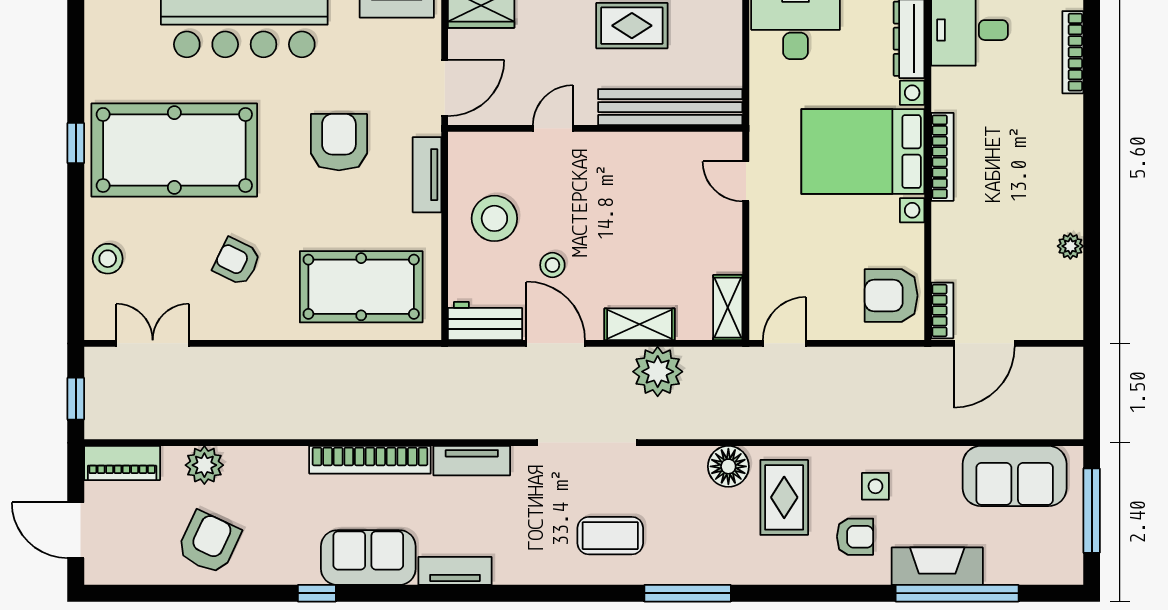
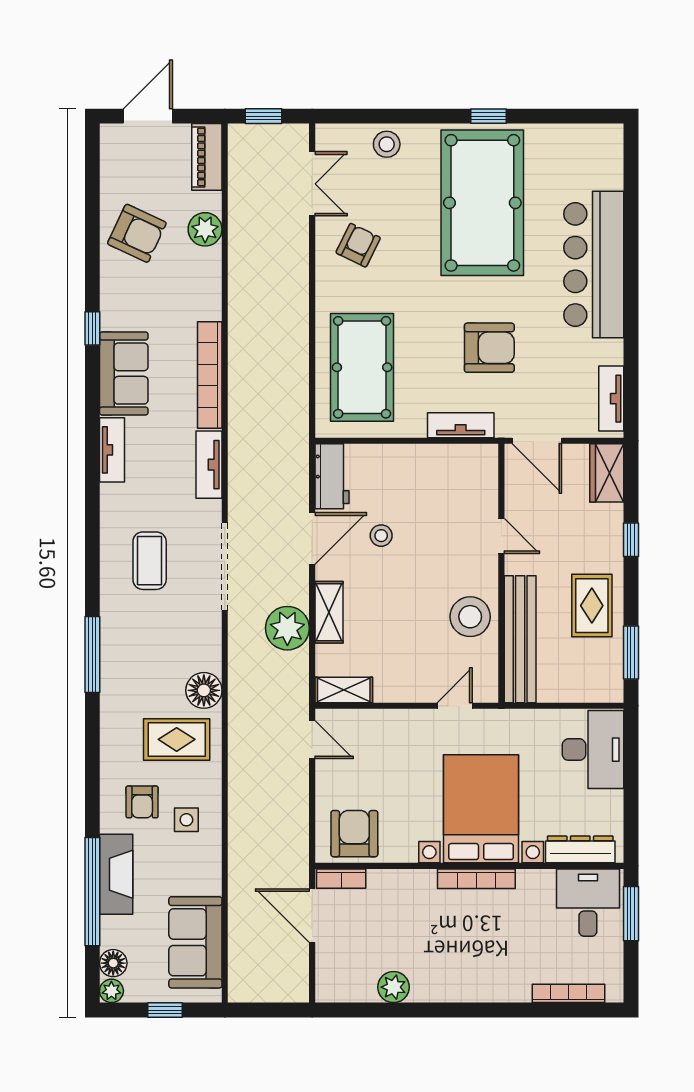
stool: (494, 218) -> (470, 617), moved
plant: (1070, 246) -> (394, 987), width x1.38, depth x1.38
armchair: (237, 262) -> (358, 245), moved
window: (1092, 511) -> (165, 1010), width x0.46
coffee table: (610, 536) -> (150, 561), moved
floor lamp: (1038, 569) -> (113, 963), added
plant: (1070, 572) -> (111, 991), added

